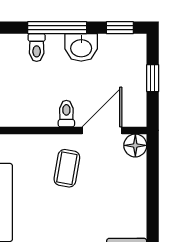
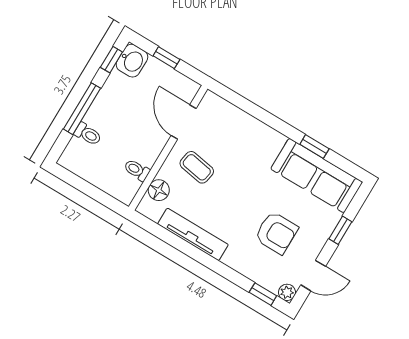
washbasin: (81, 47) -> (132, 61), moved
toilet: (66, 114) -> (137, 170), moved
floor lamp: (135, 145) -> (159, 190), moved

